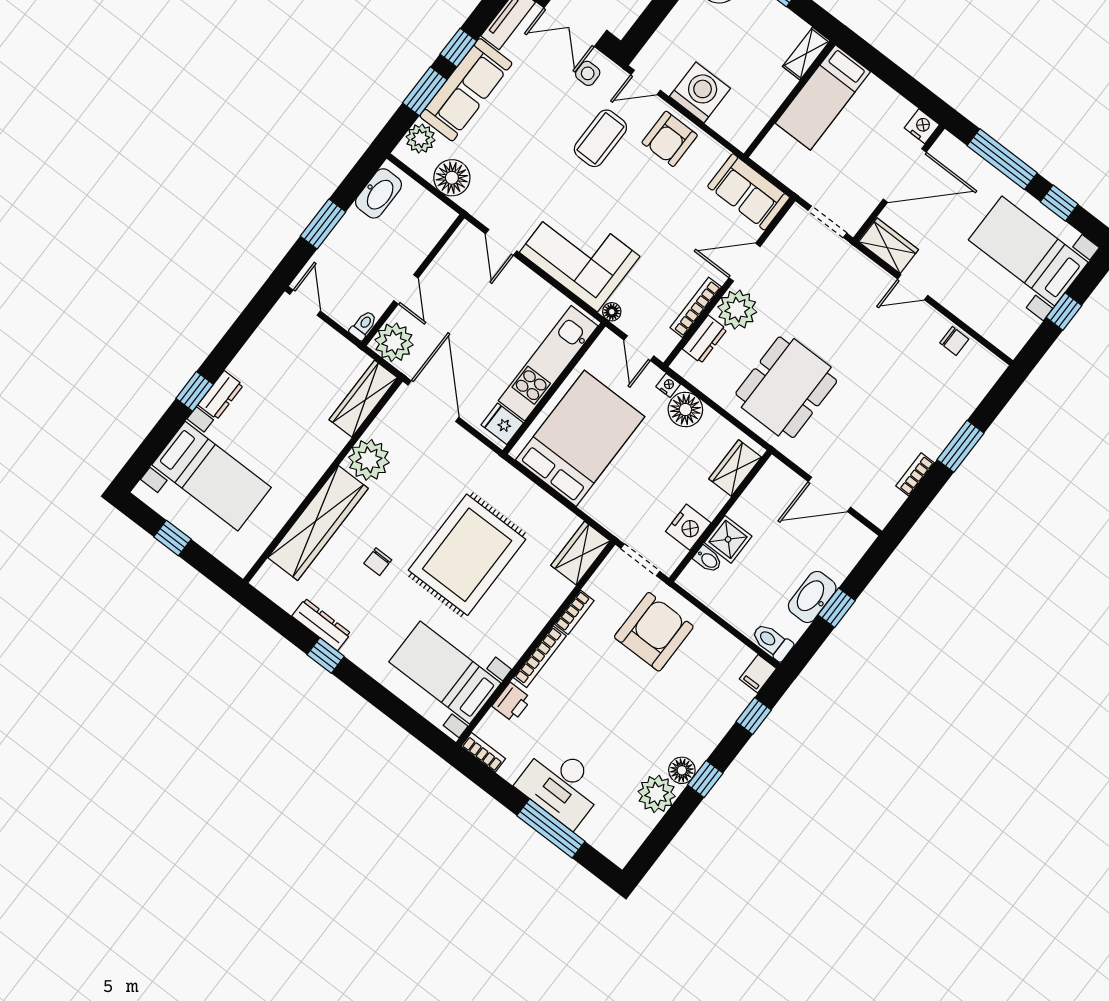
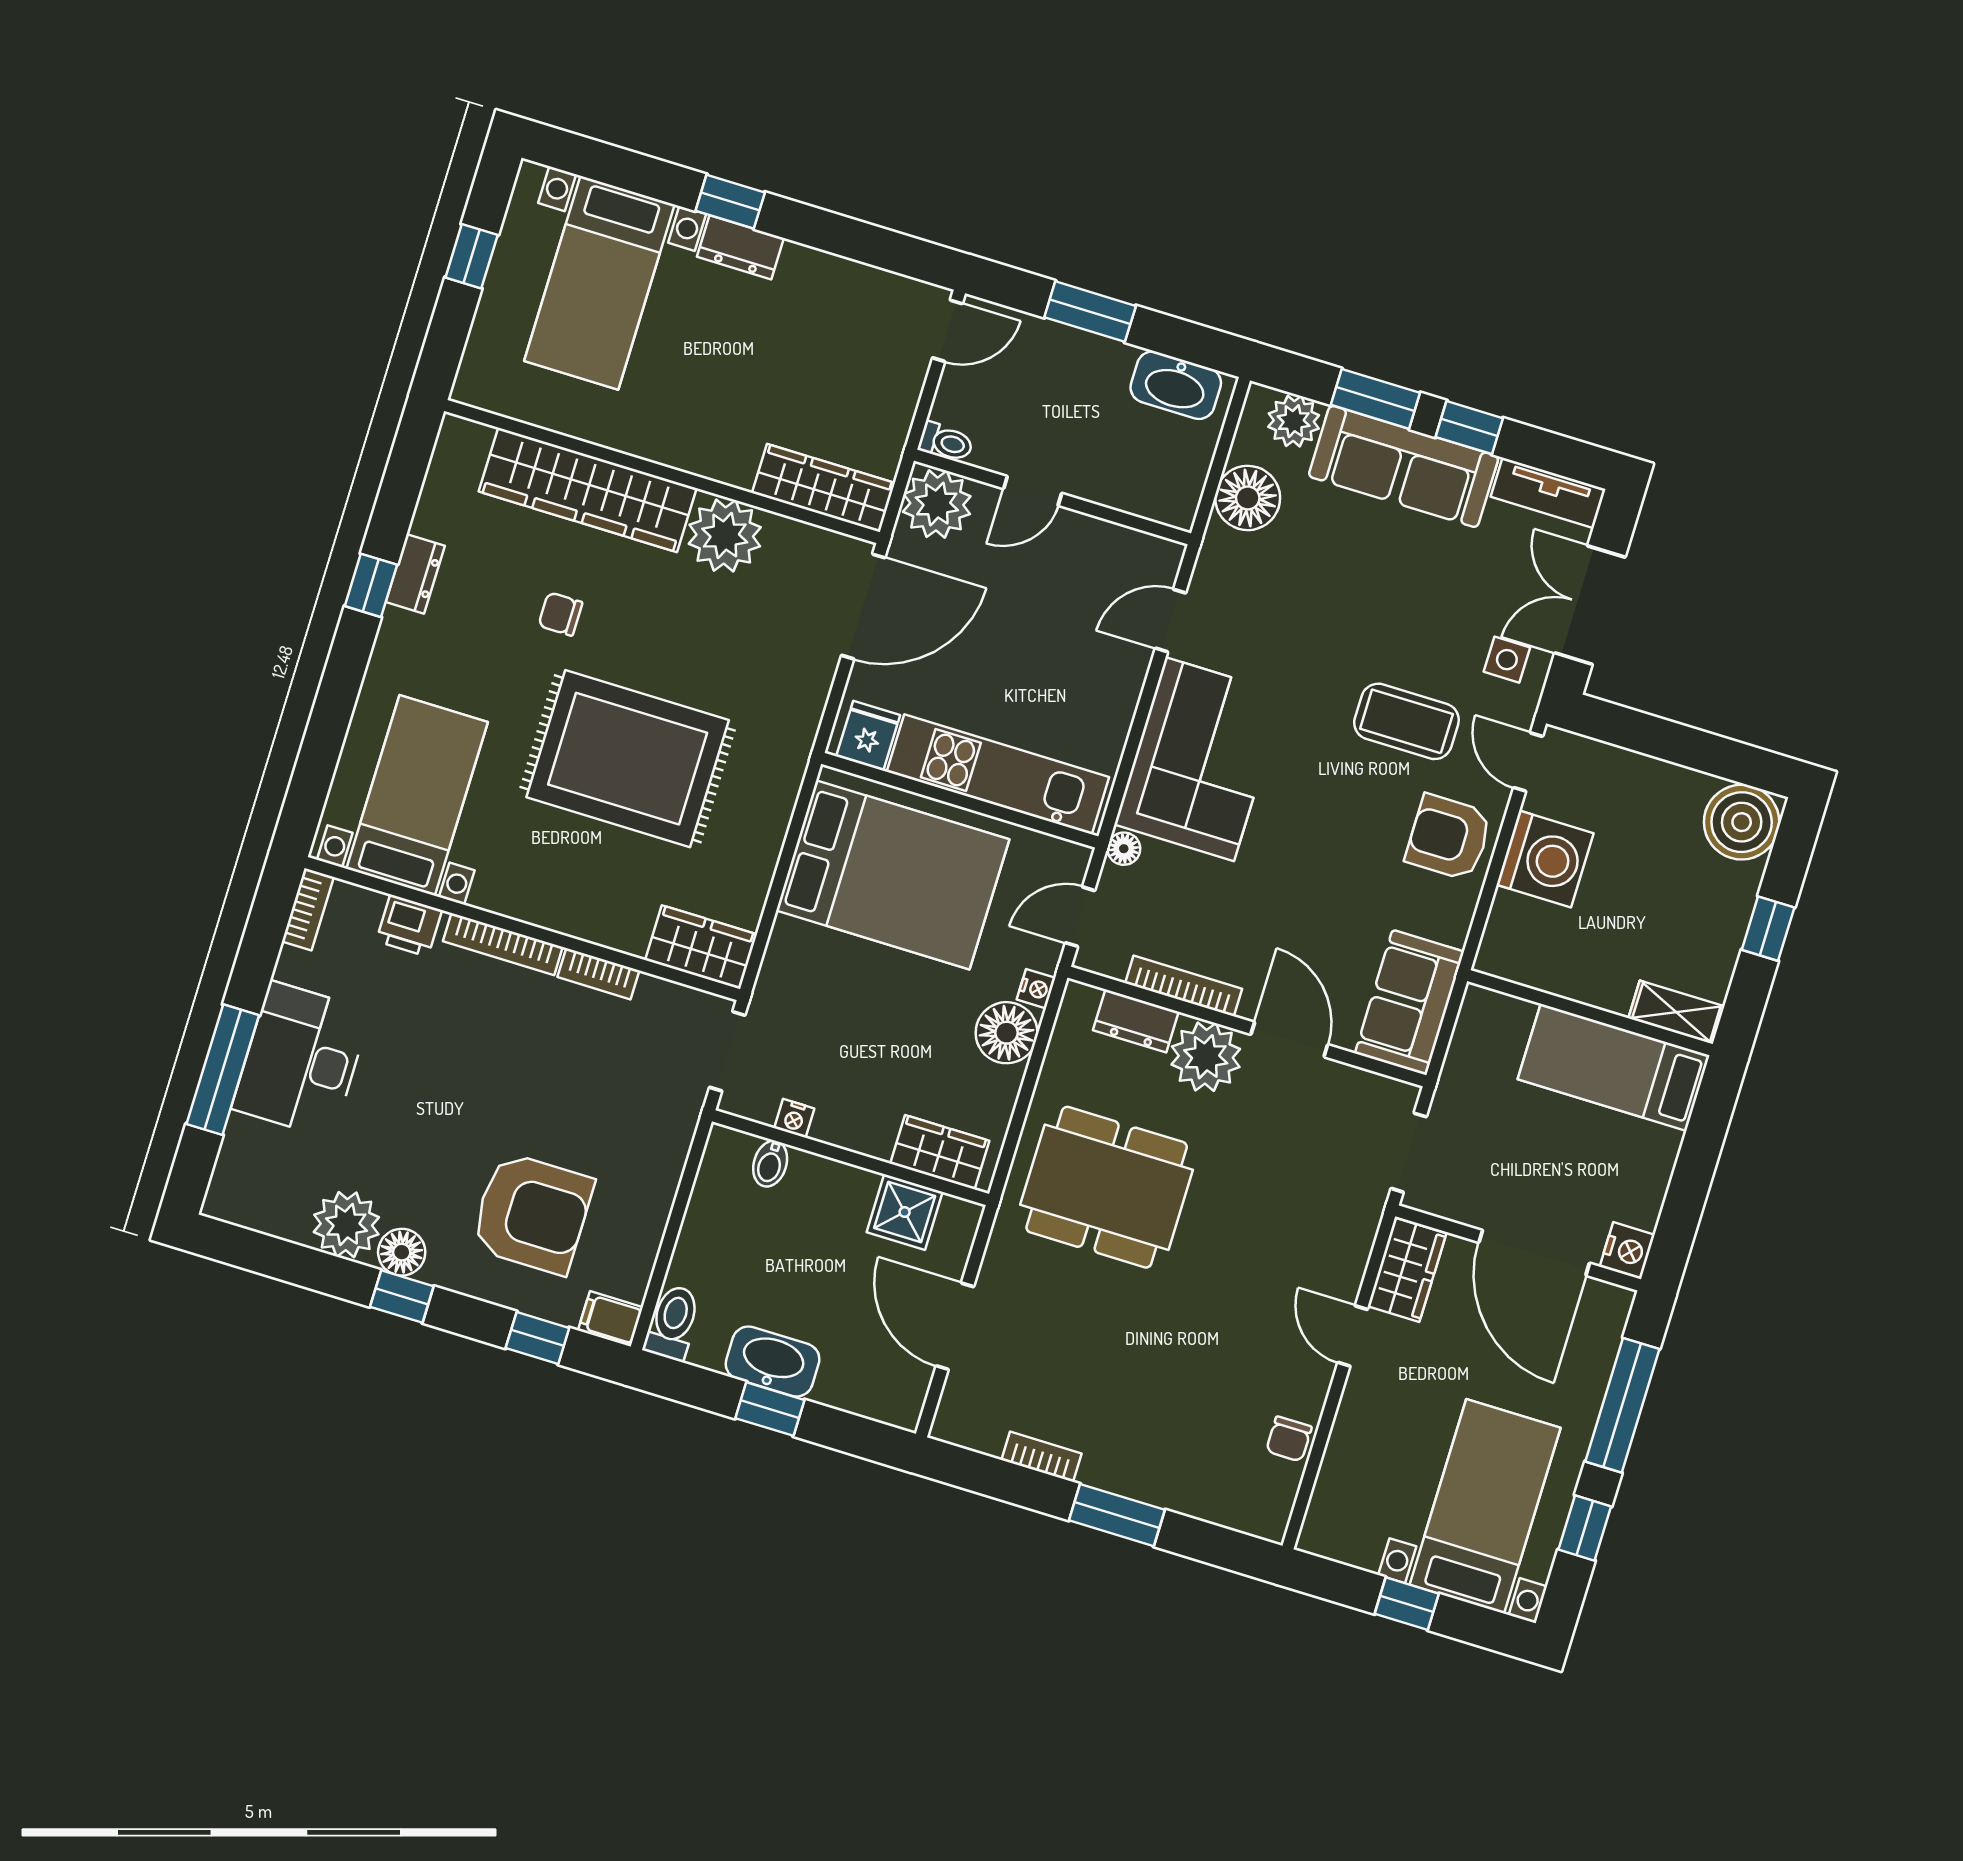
nightstand: (688, 527) -> (794, 1118), width x0.53, depth x0.56
shower: (728, 539) -> (905, 1212), moved
dresser: (321, 625) -> (415, 574), width x0.70
armchair: (654, 632) -> (532, 1213), moved

